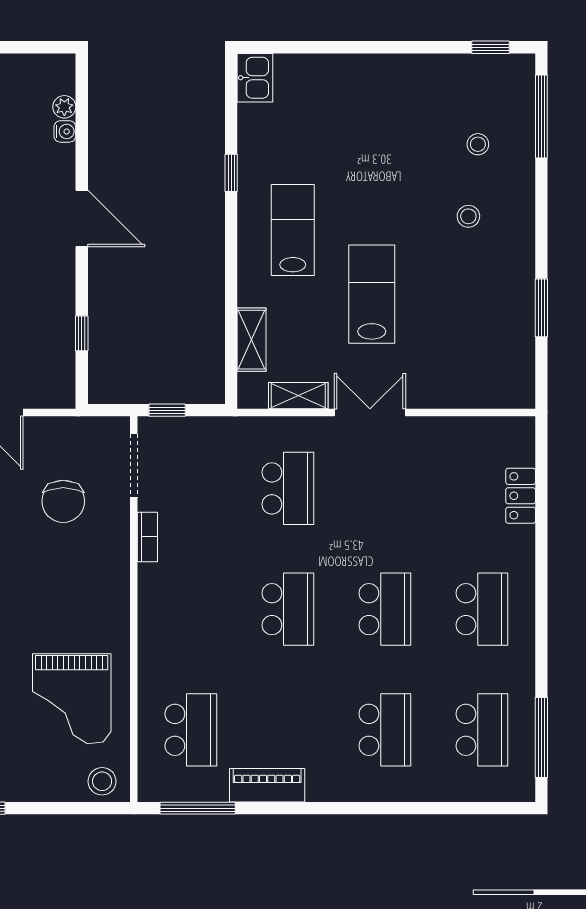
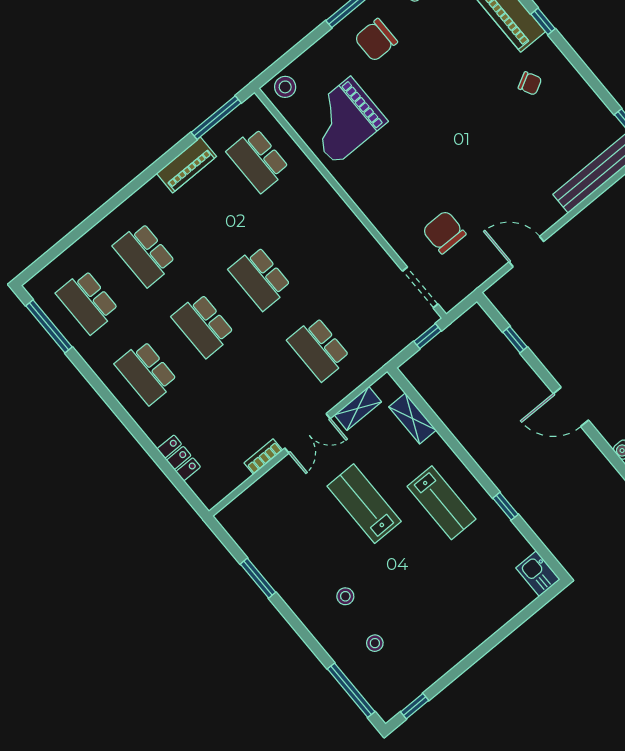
lab bench: (372, 294) -> (364, 504), turned 180
bookcase: (147, 537) -> (263, 457), moved, turned 90
grand piano: (72, 699) -> (343, 120), turned -90

